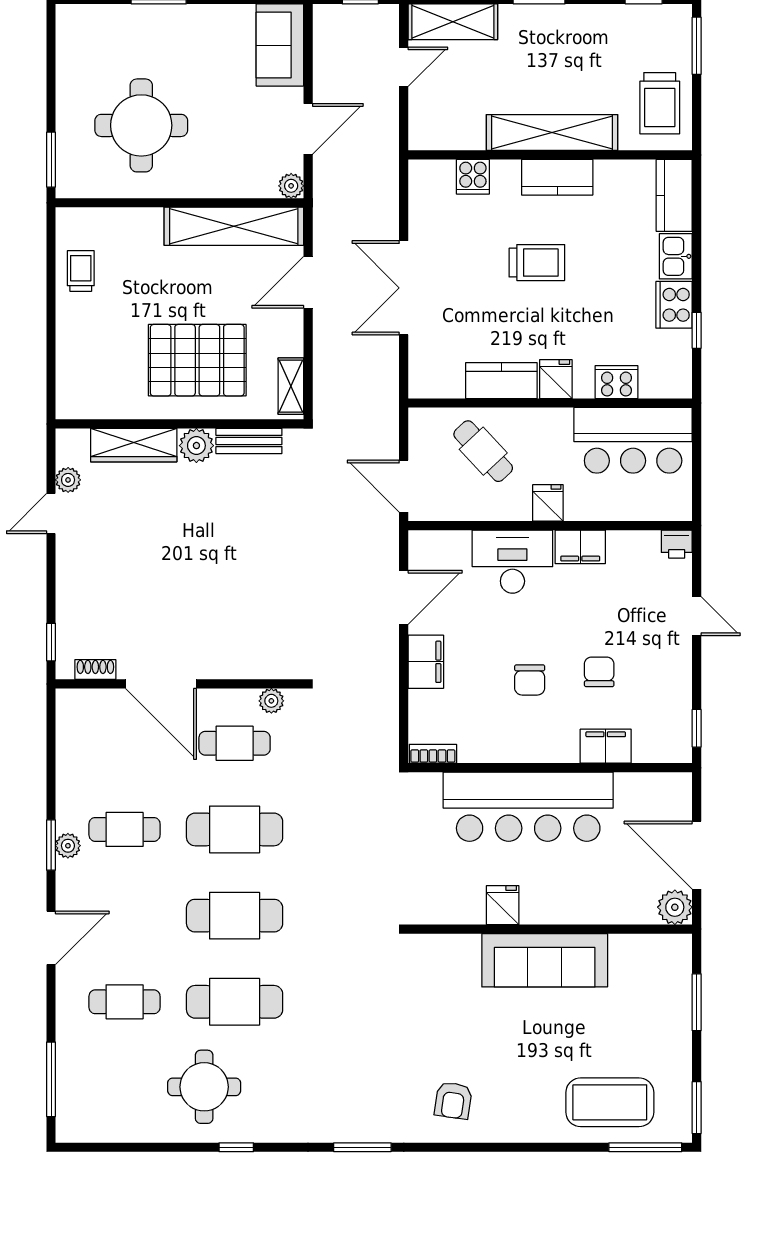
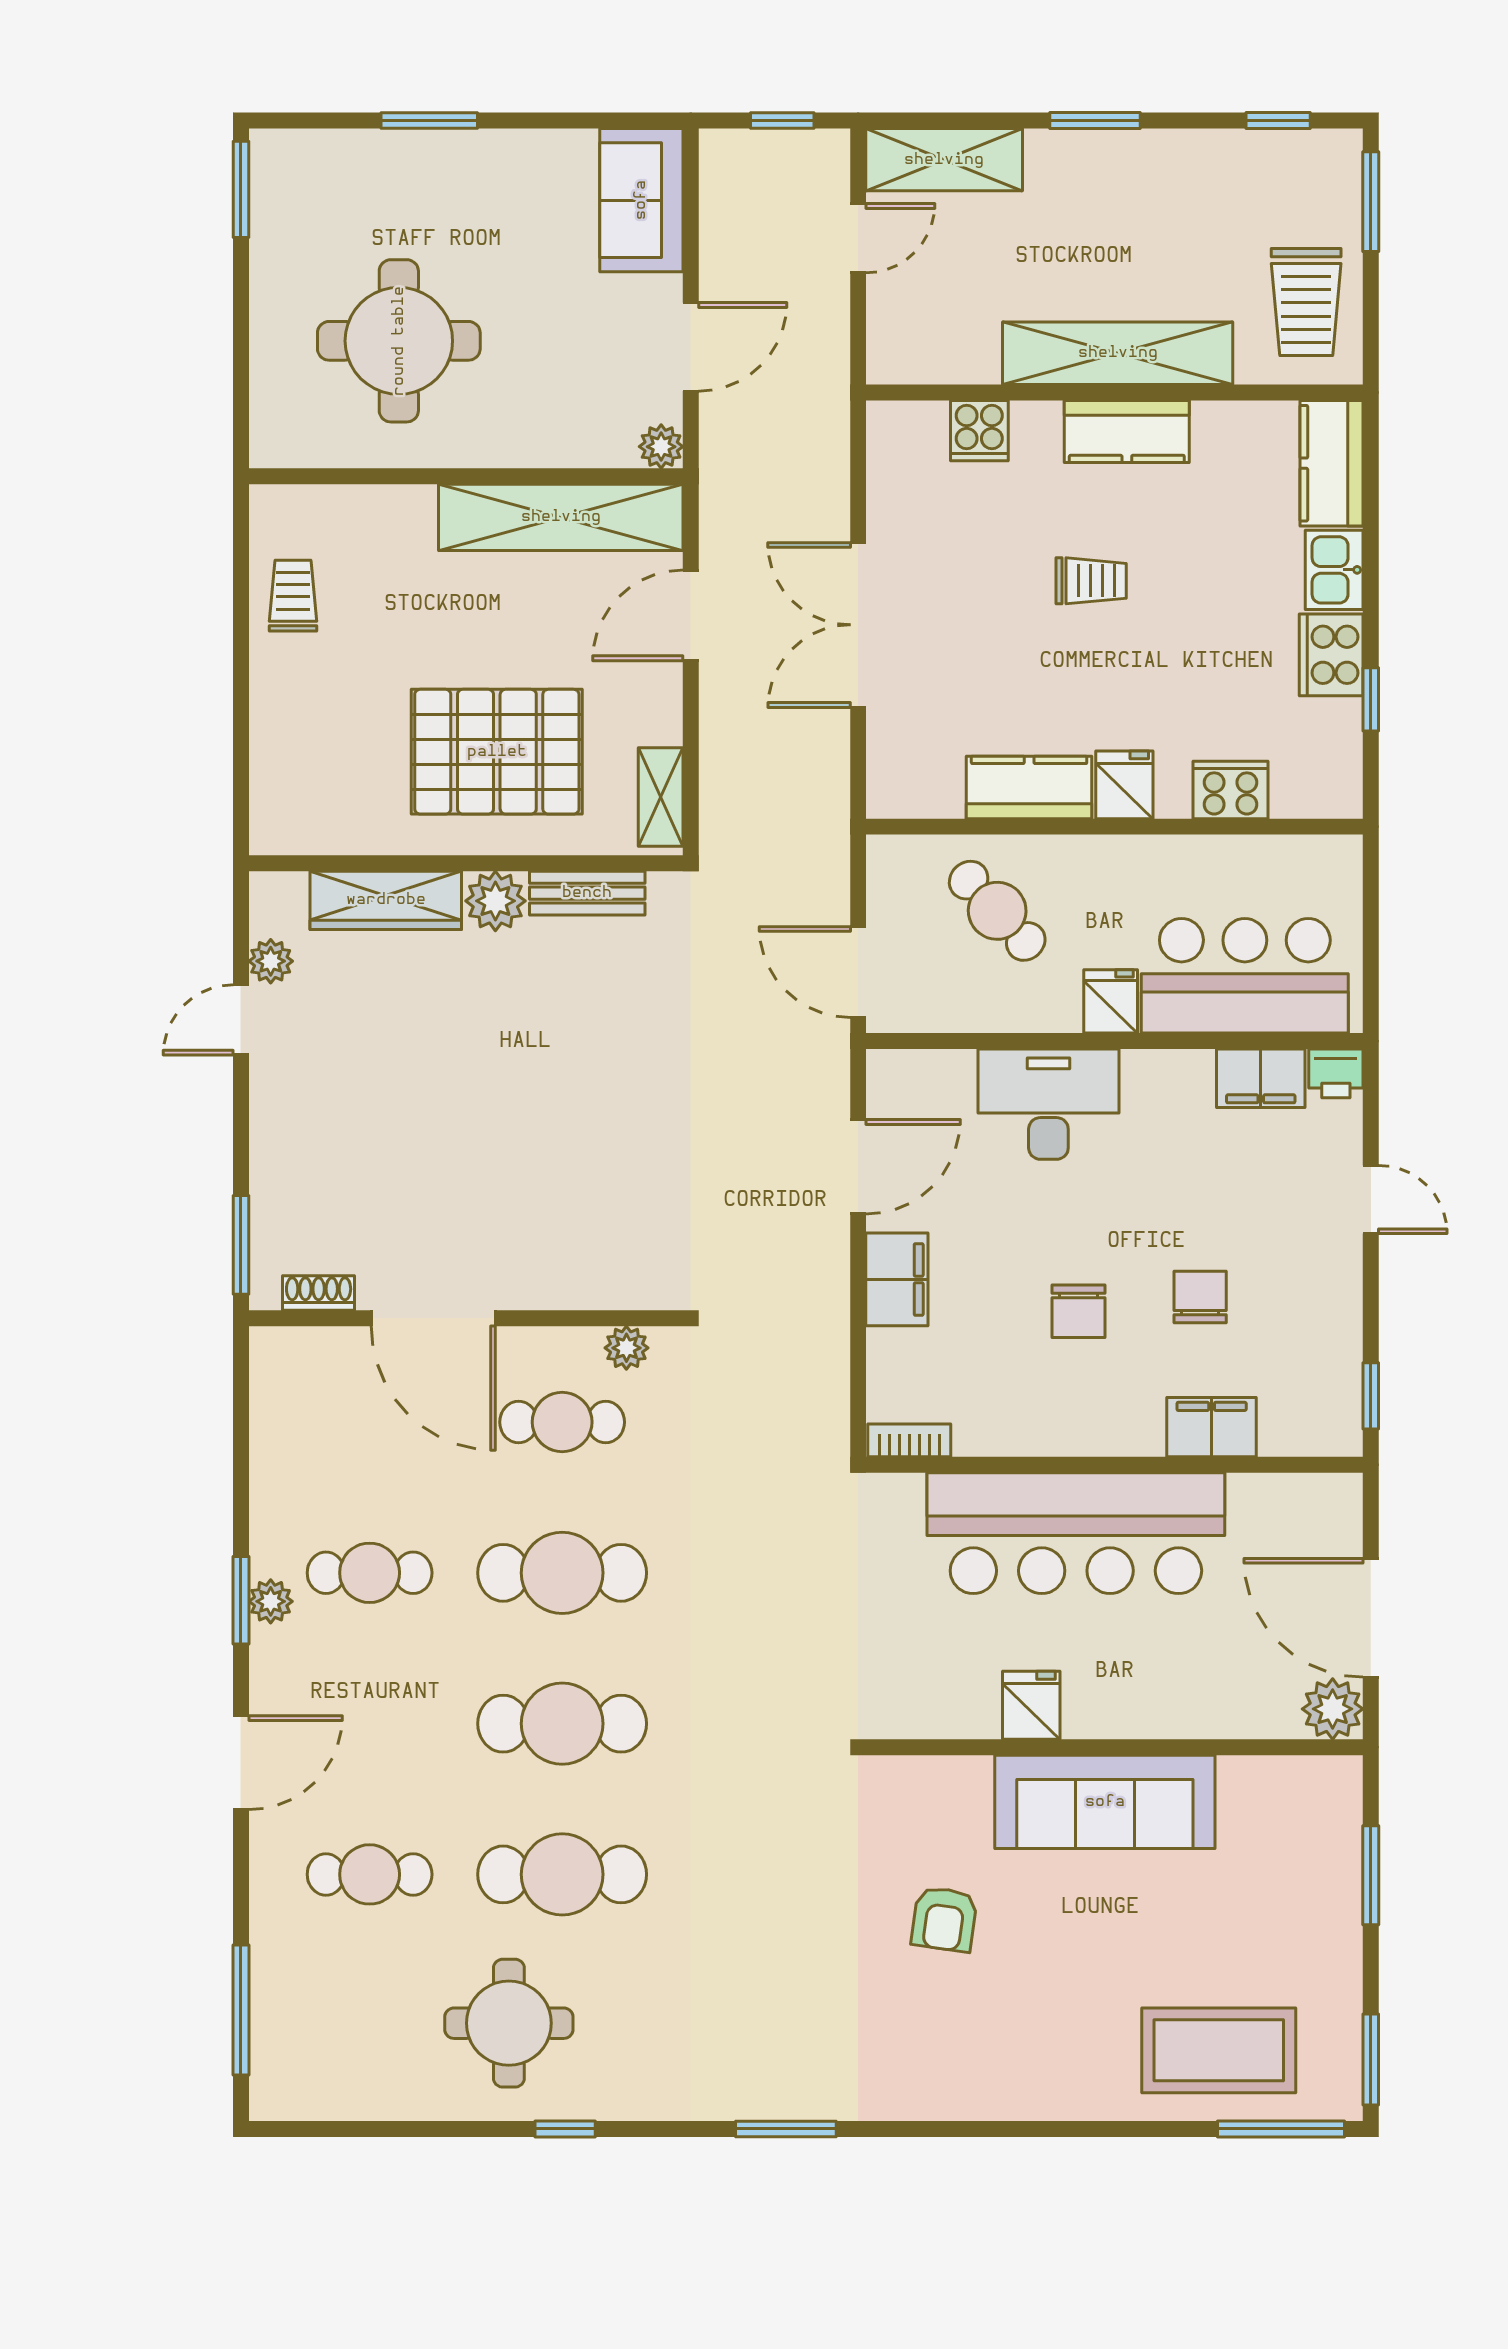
window: (51, 160) -> (241, 189), moved
trolley: (537, 263) -> (1091, 581), width x0.73, depth x0.72
bar counter: (633, 440) -> (1245, 976), moved, turned 180
filing cabinet: (580, 547) -> (1261, 1078), moved
window: (51, 642) -> (241, 1245), width x1.50
armchair: (453, 1100) -> (944, 1919), moved

